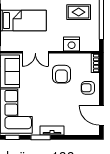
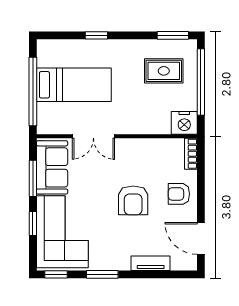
nightstand: (72, 44) -> (184, 123), moved
armchair: (61, 74) -> (133, 200), moved
tv unit: (52, 130) -> (151, 263), moved

